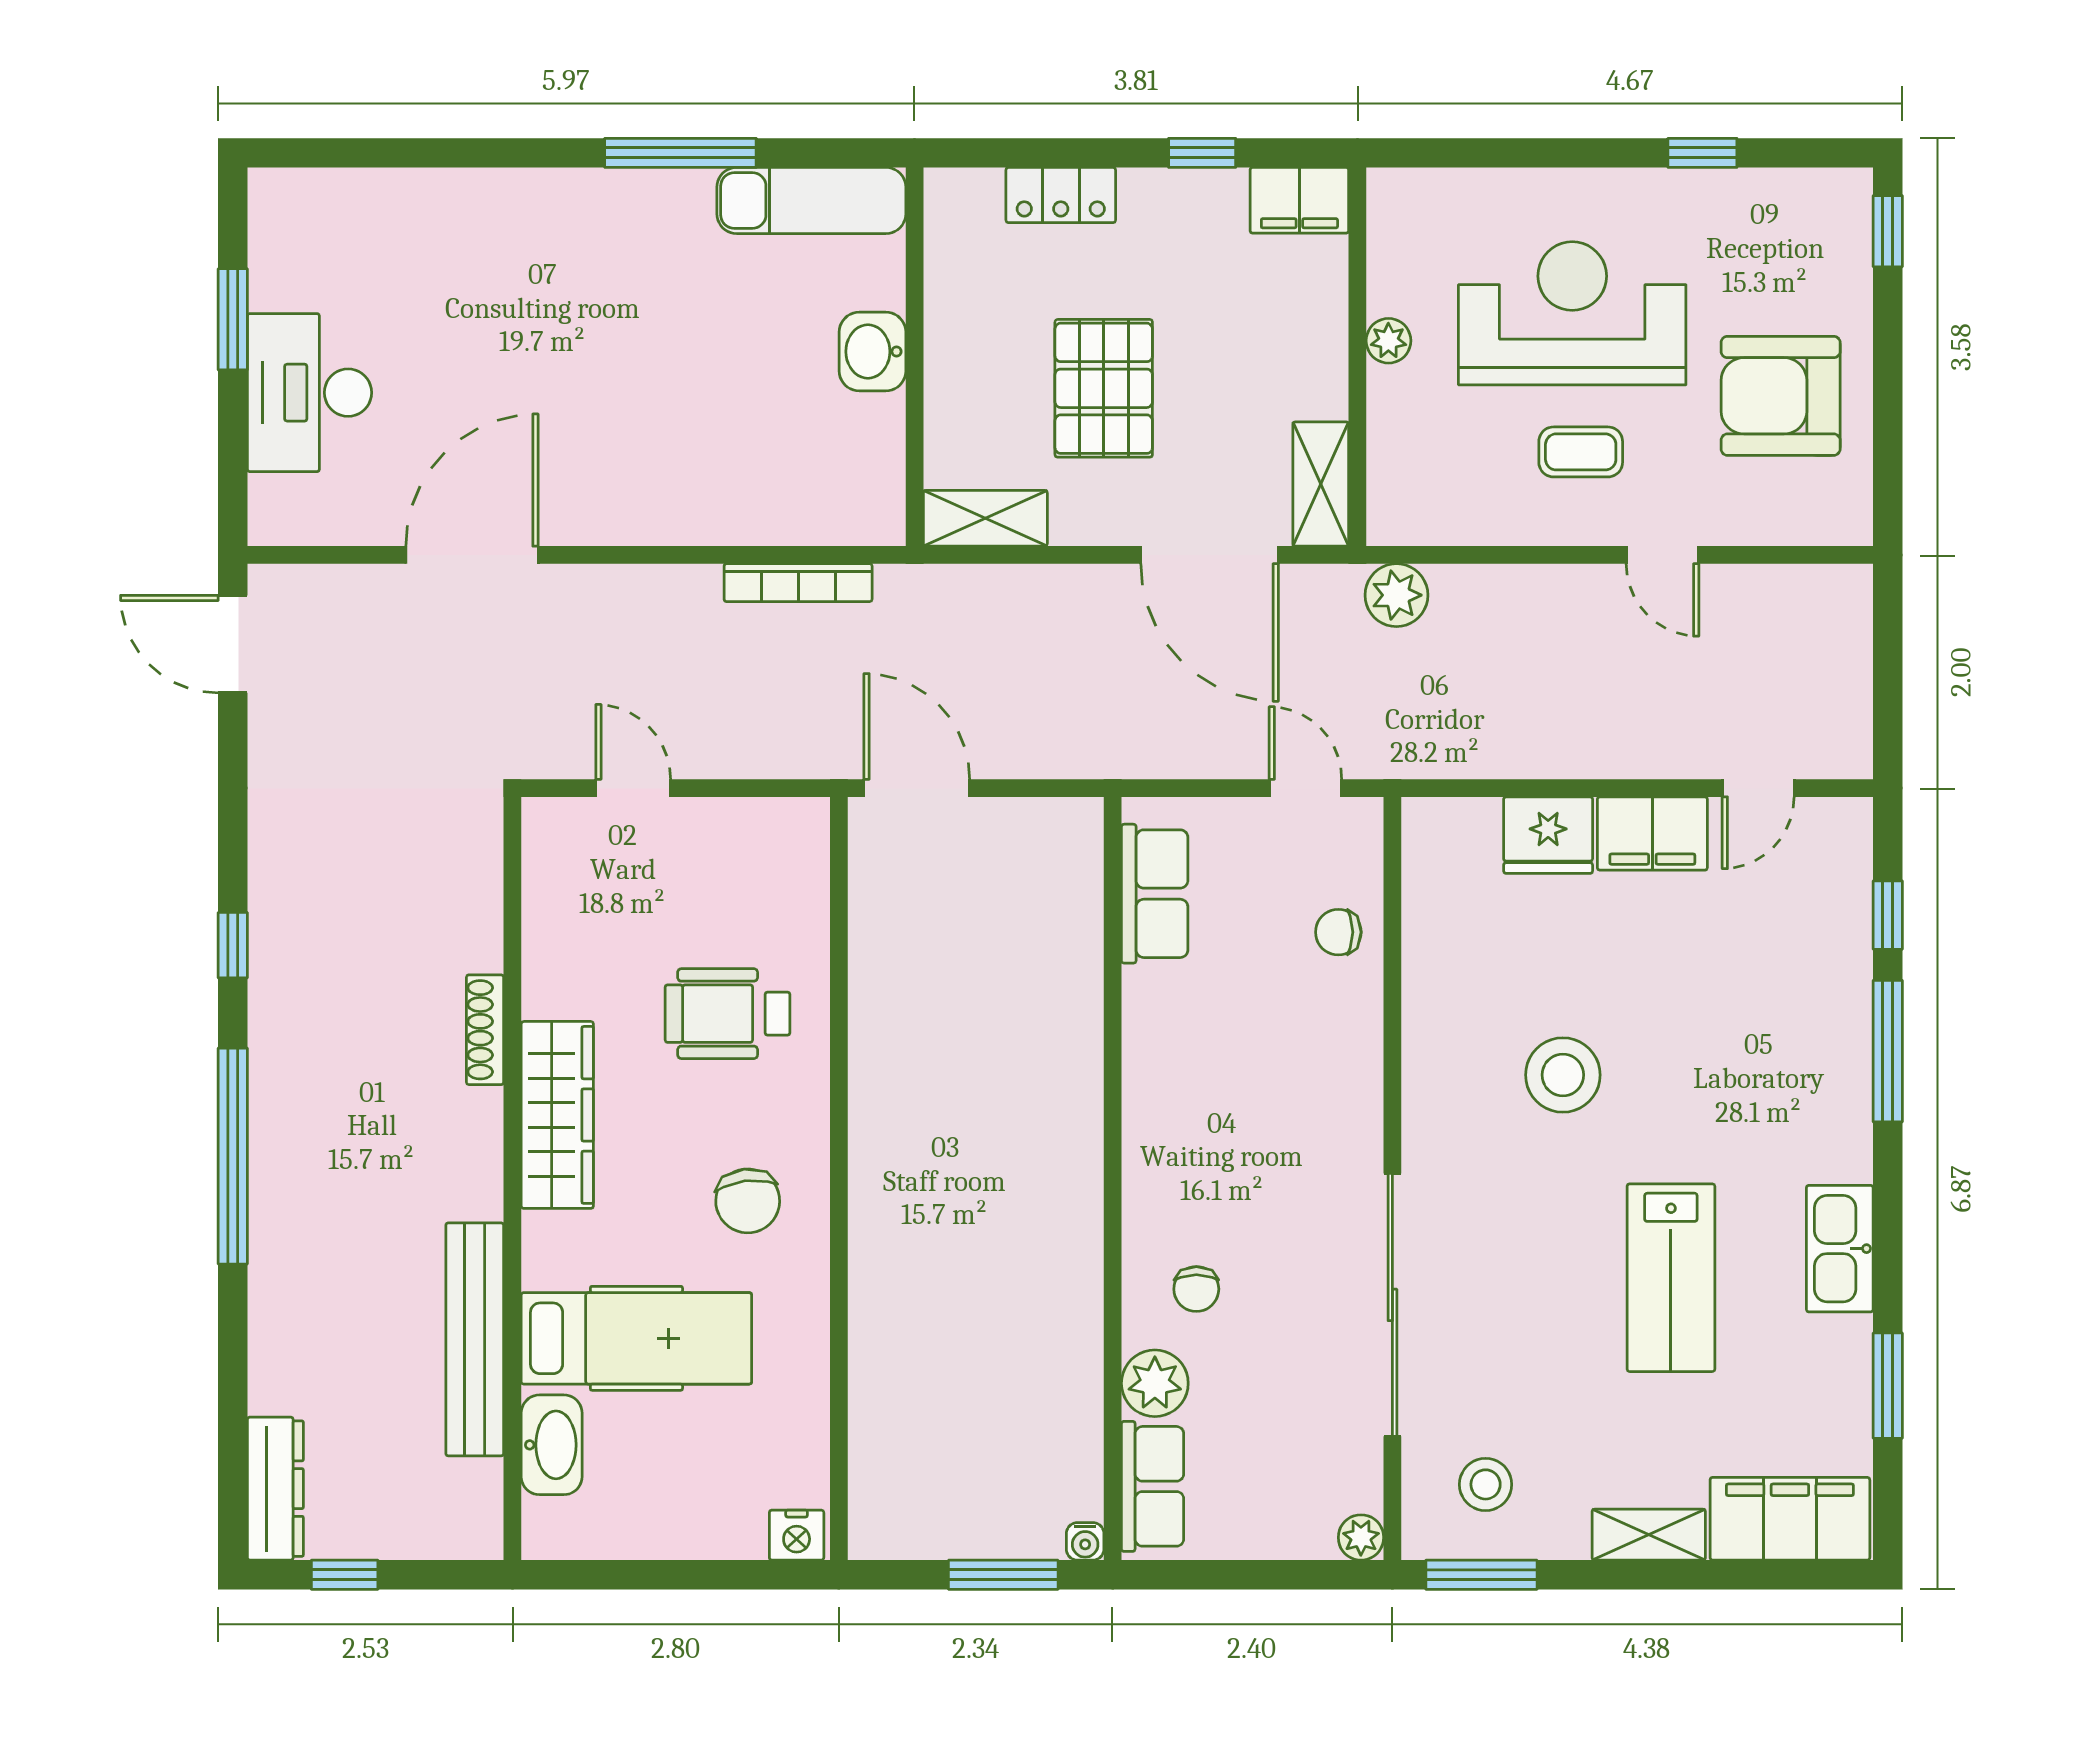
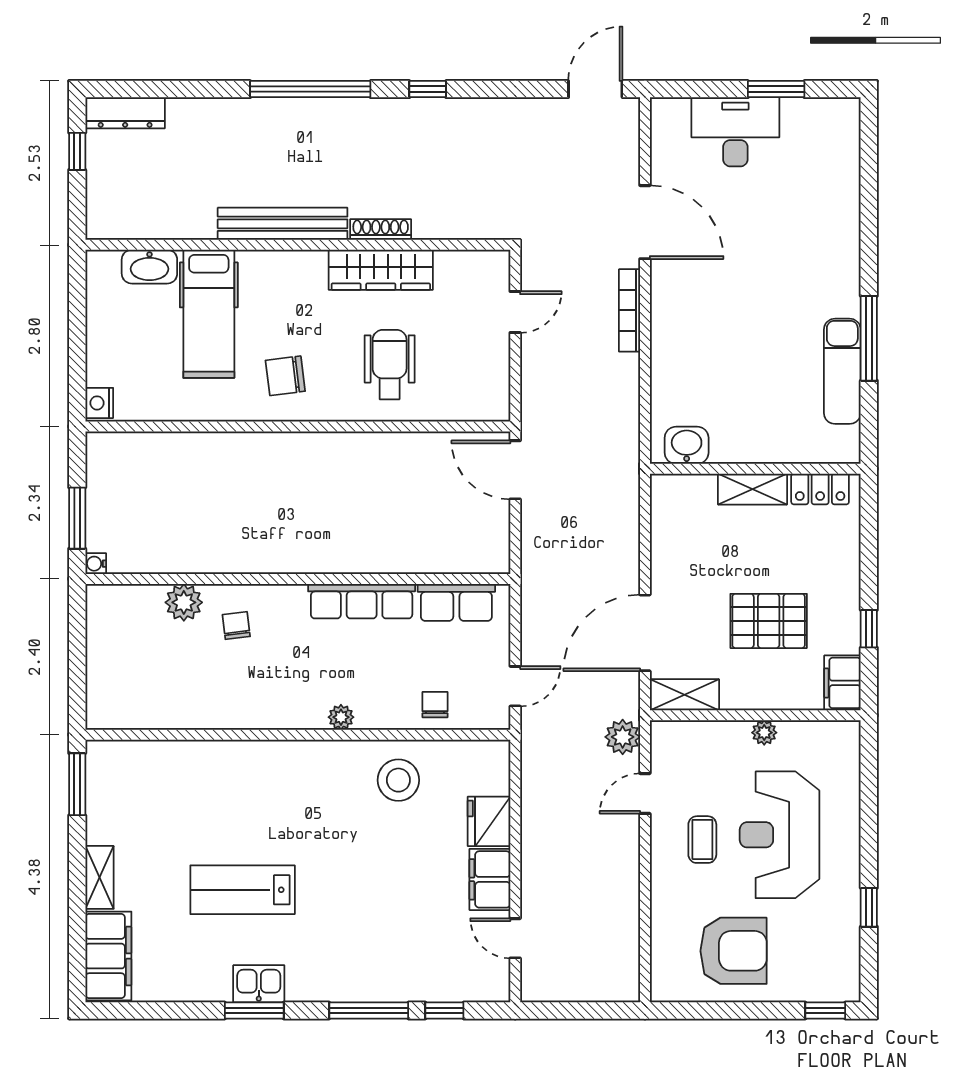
locker: (1061, 195) -> (820, 489), moved, turned -90
exam couch: (811, 200) -> (842, 371), moved
reception desk: (1572, 313) -> (780, 835), turned 180
washbasin: (873, 352) -> (687, 445), moved
pallet: (1104, 388) -> (769, 621), moved
armchair: (1781, 396) -> (734, 951), turned 90
shelving: (985, 518) -> (752, 489), moved, turned 90
door: (1662, 555) -> (645, 794), moved
bookcase: (798, 583) -> (630, 310), moved
door: (917, 788) -> (515, 470), swing flipped
stool: (1563, 1075) -> (398, 780), moved
wardrobe: (557, 1115) -> (381, 270), moved
kitchen sink: (1840, 1249) -> (259, 984), width x0.73
chair: (1196, 1289) -> (236, 626), turned 83
sliding door: (1392, 1305) -> (227, 735), removed
bench: (475, 1339) -> (283, 224), moved
window: (1888, 1386) -> (254, 1011), moved
stool: (1486, 1484) -> (127, 787), removed
row of seats: (1153, 1486) -> (362, 601), moved, width x1.48
plant: (1361, 1537) -> (341, 717), moved

